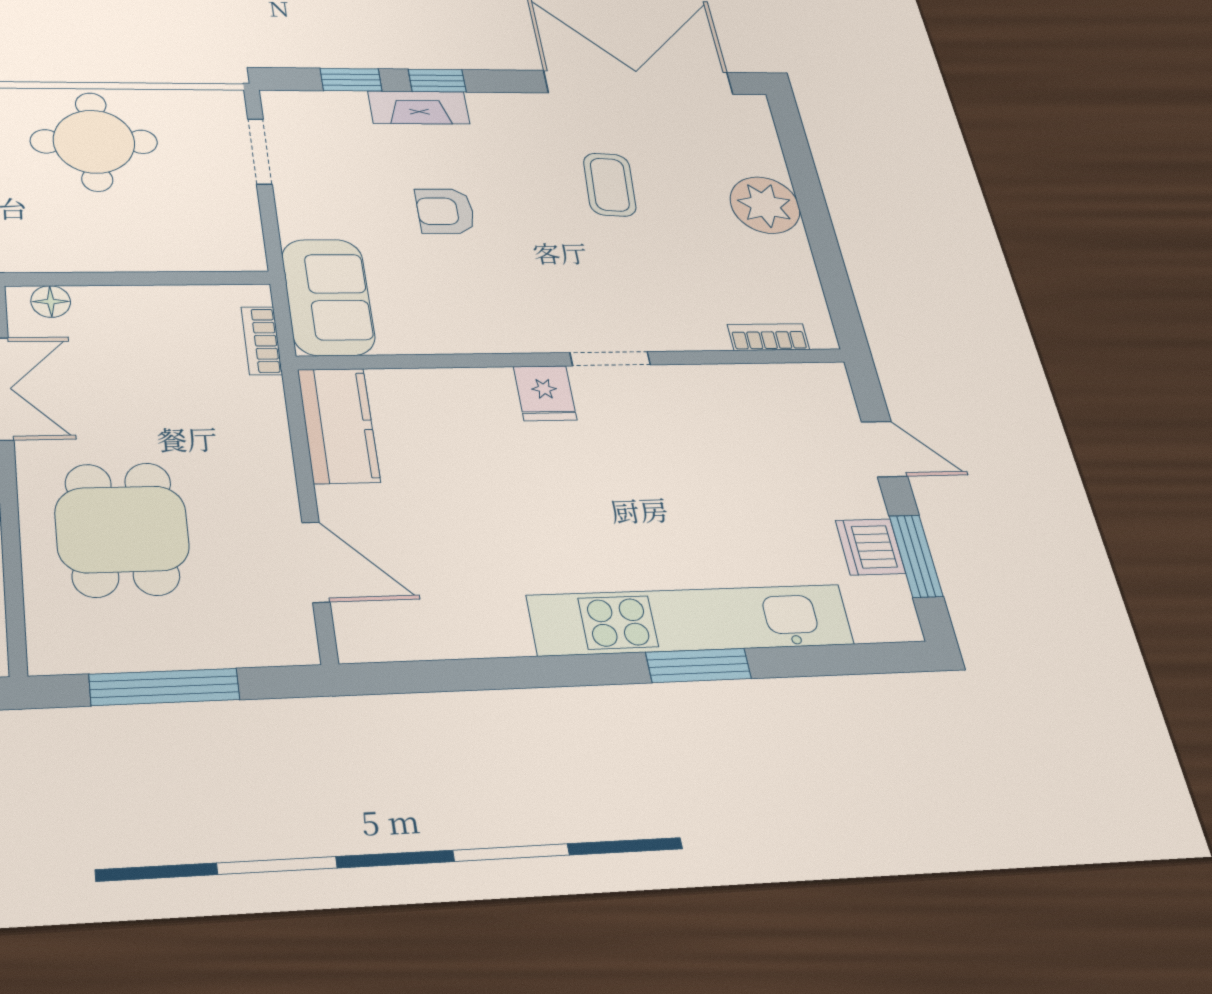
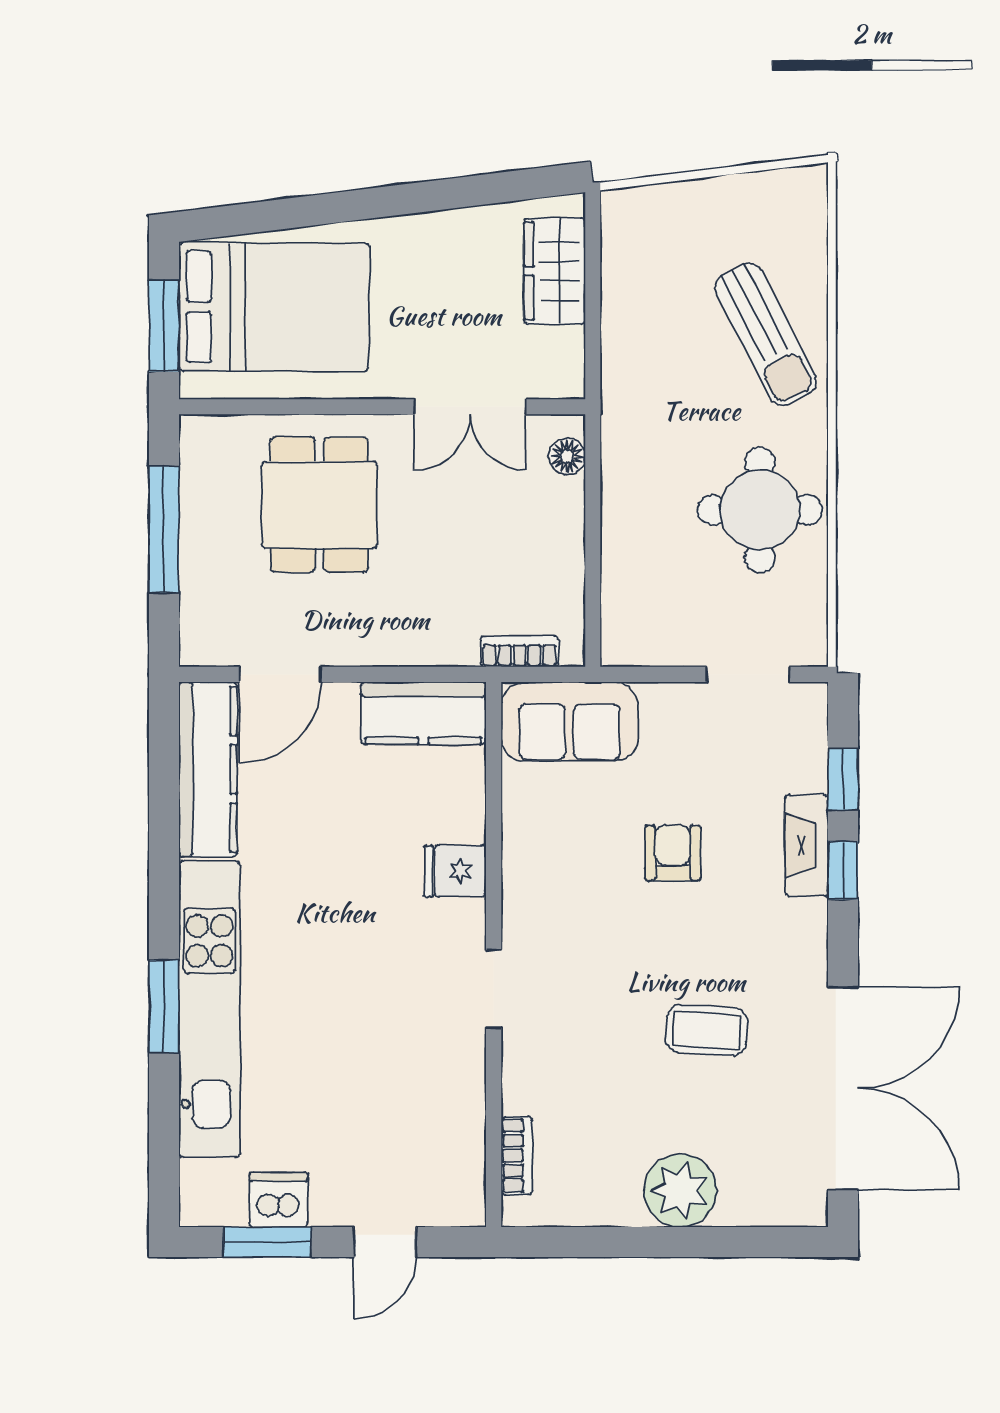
fridge: (545, 393) -> (455, 871), moved
dining table: (122, 529) -> (319, 505), turned 90
kitchen counter: (432, 631) -> (208, 769), added

